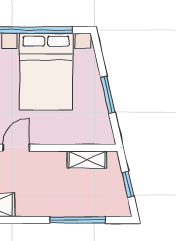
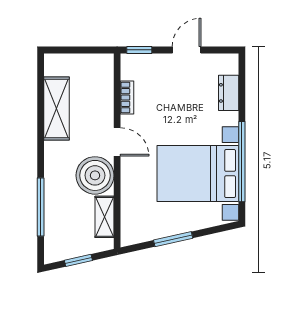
boiler: (48, 169) -> (95, 175), added

